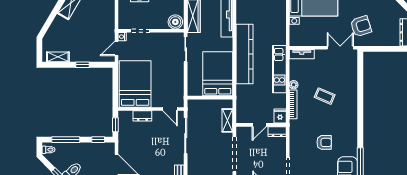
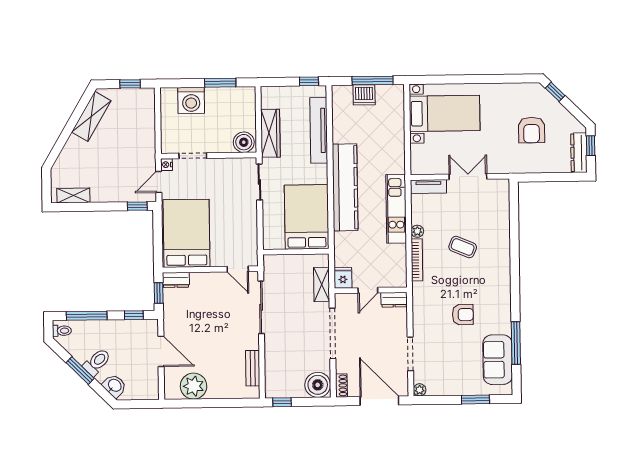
armchair: (361, 26) -> (532, 130), moved, turned 108
double door: (340, 48) -> (468, 177), moved
window: (83, 65) -> (137, 206), moved
dresser: (142, 116) -> (176, 280), moved
fridge: (280, 116) -> (343, 278), moved

